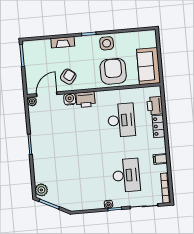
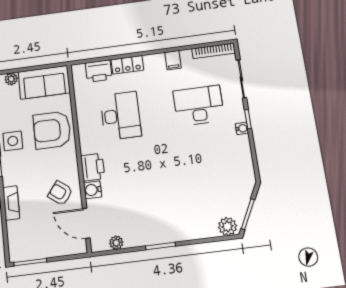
plant: (152, 42) -> (11, 79), added
plant: (32, 101) -> (116, 243), moved
desk: (121, 120) -> (121, 116), turned 90

